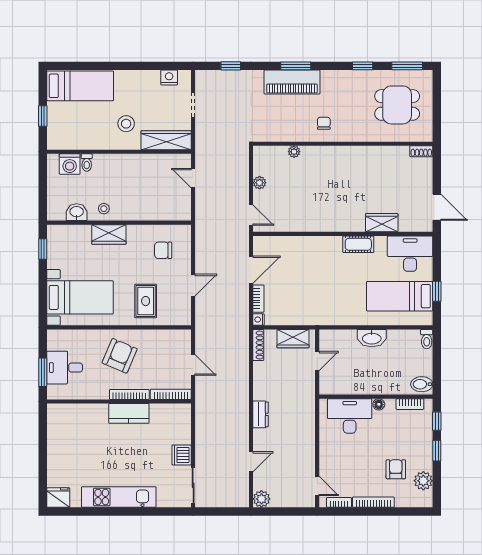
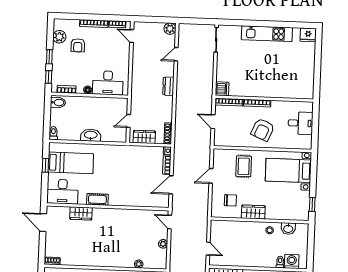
wardrobe: (109, 234) -> (253, 212), moved
window: (43, 372) -> (315, 121), removed
kitchen counter: (129, 413) -> (258, 90), removed
dishwasher: (182, 455) -> (222, 89), moved

